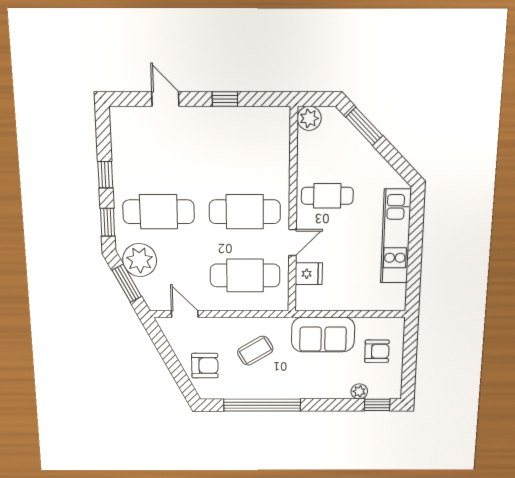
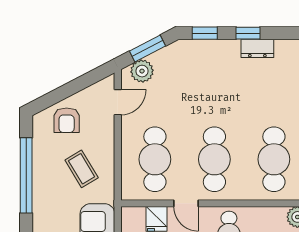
dresser: (122, 164) -> (257, 48), added
cafe table: (159, 212) -> (274, 159), moved
plant: (140, 260) -> (142, 71), moved, width x0.73, depth x0.73

